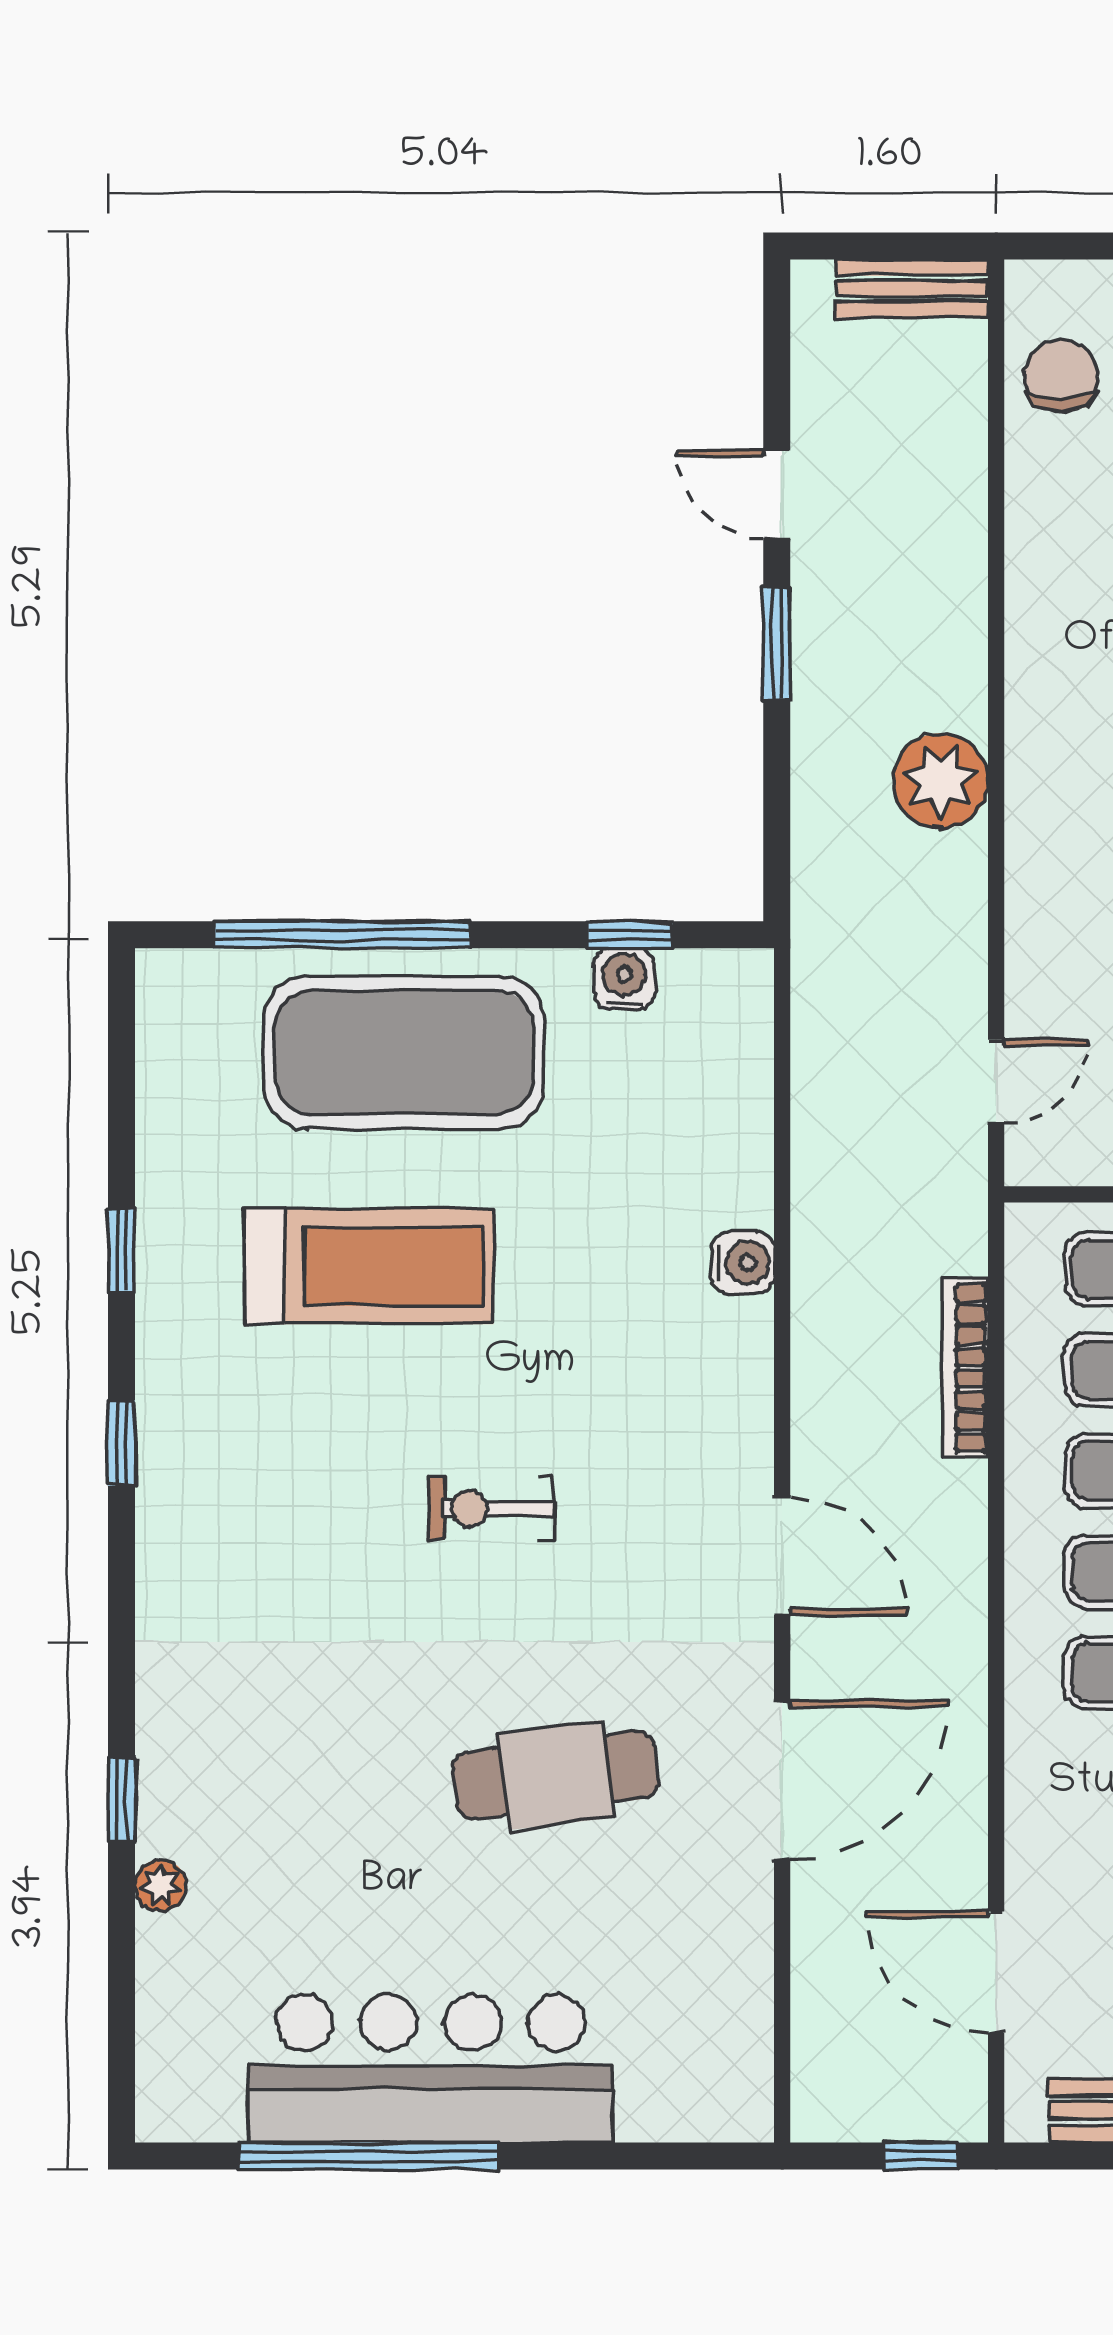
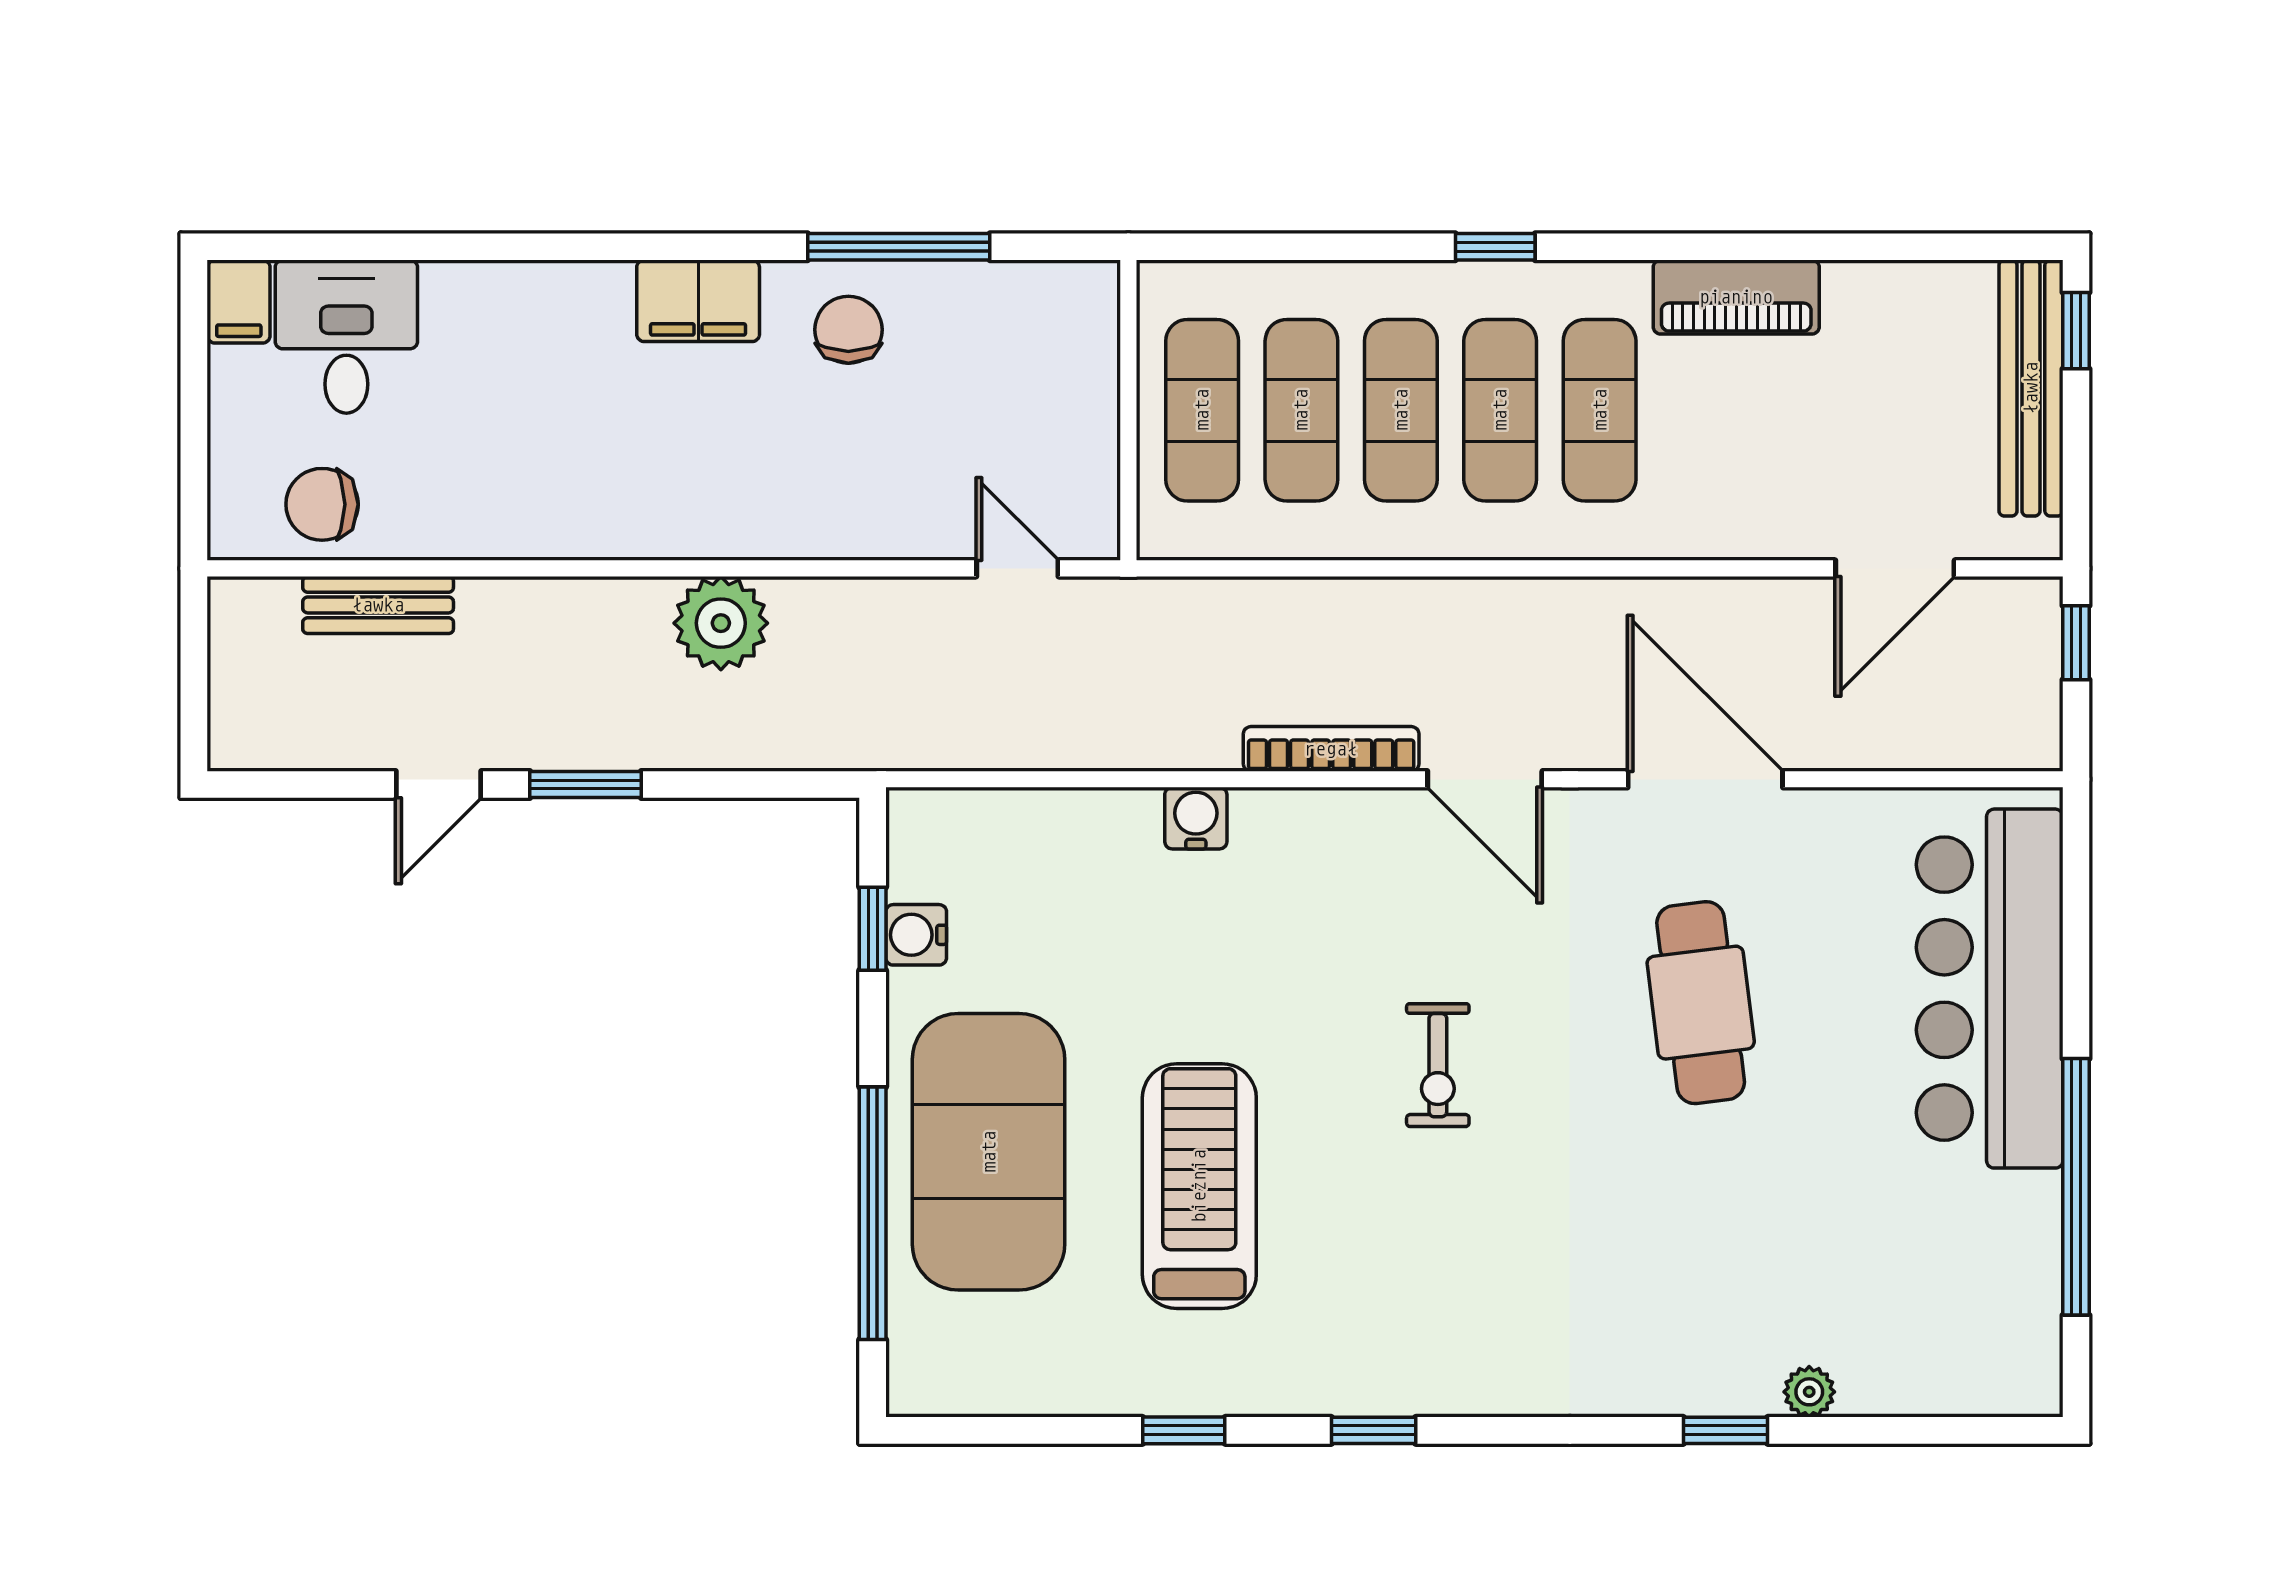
bench: (912, 288) -> (378, 605), moved, turned 90
bookcase: (965, 1368) -> (1331, 749), moved, turned 180
door: (782, 1556) -> (1485, 779), swing flipped
bar counter: (431, 2068) -> (1990, 989), moved

